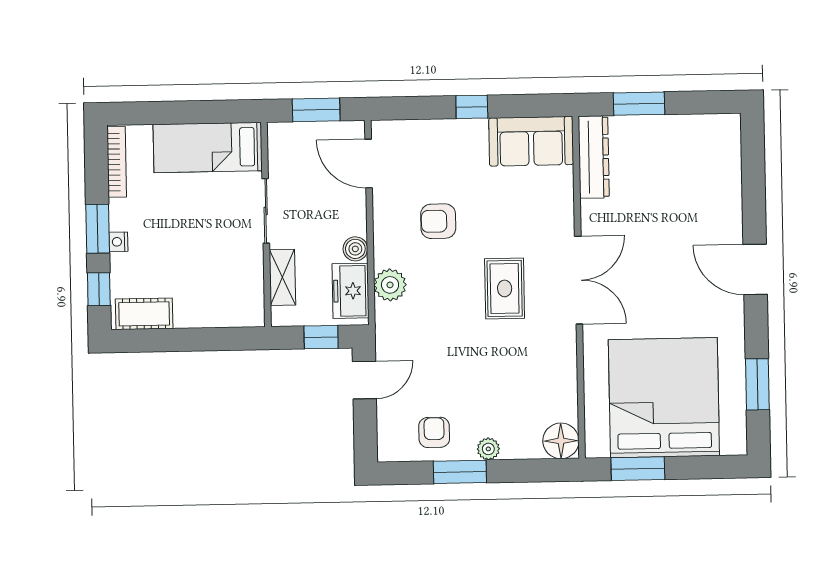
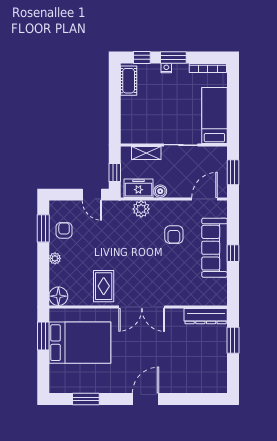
sofa: (531, 141) -> (214, 248), moved, width x1.36
armchair: (438, 221) -> (174, 235), turned 180
rug: (505, 288) -> (104, 286), moved, turned 90
bed: (664, 398) -> (80, 343), width x0.73
armchair: (434, 432) -> (64, 230), turned -90
window: (460, 472) -> (43, 228), moved

